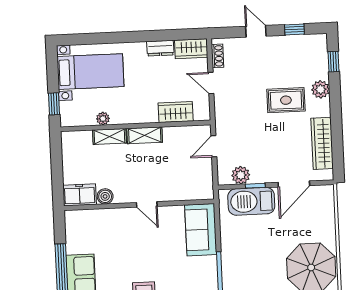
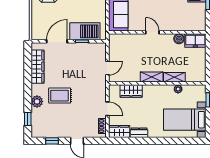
plant: (241, 175) -> (91, 49), removed

